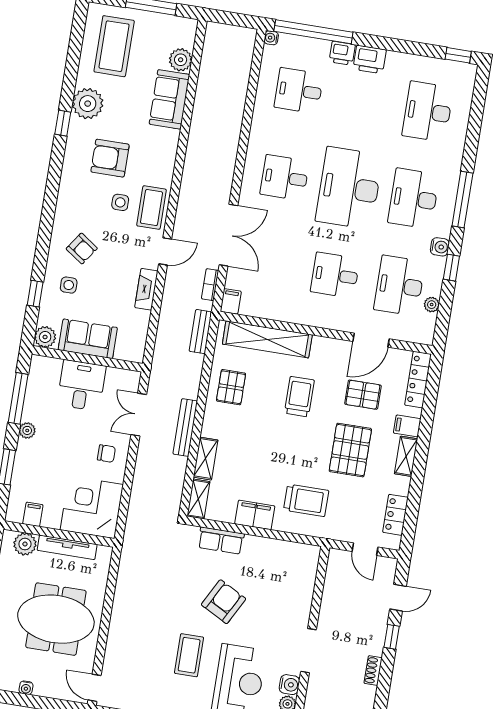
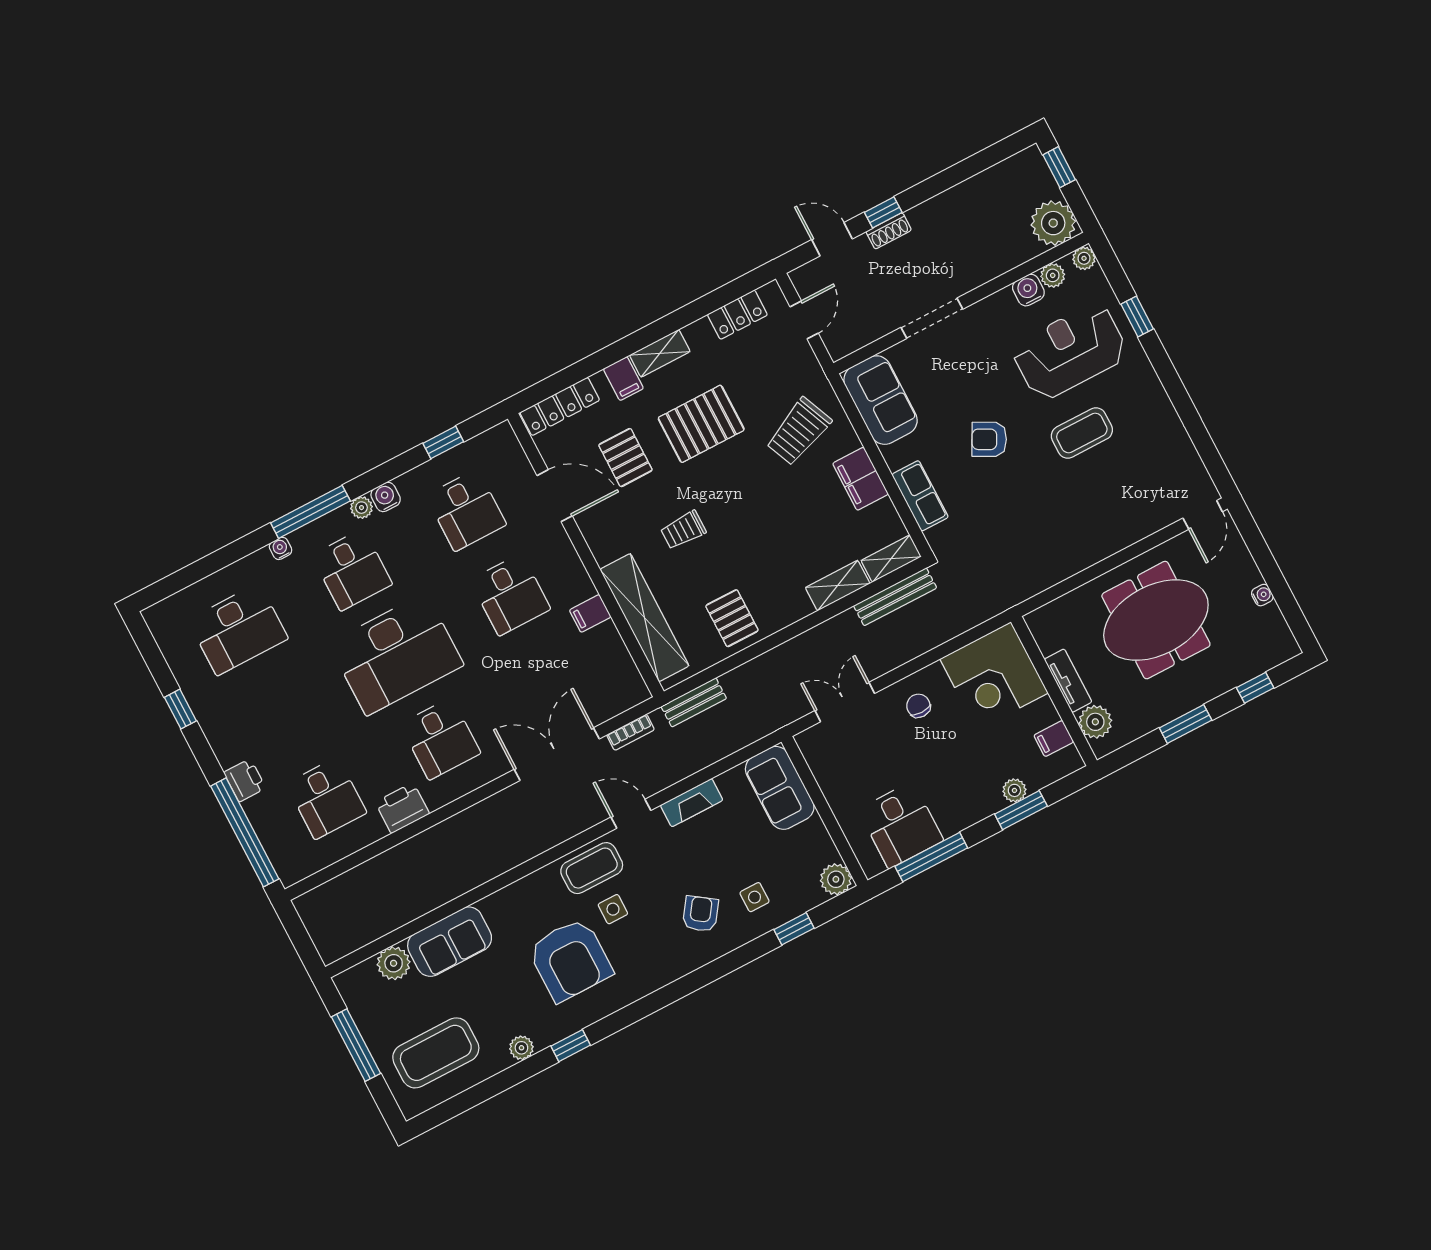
water cooler: (271, 38) -> (281, 548), moved, turned 180
window: (458, 55) -> (180, 709), moved
printer: (370, 60) -> (402, 808), moved, turned -90
plant: (88, 104) -> (521, 1048), width x0.53, depth x0.53
armchair: (110, 158) -> (570, 960), width x1.36, depth x1.36
desk: (414, 199) -> (352, 570), width x0.73
window: (451, 268) -> (443, 442), moved
desk: (400, 286) -> (466, 510), width x0.73
filing cabinet: (231, 301) -> (590, 613), moved
plant: (432, 305) -> (361, 508), moved
sofa: (88, 339) -> (780, 788), moved
desk: (82, 385) -> (901, 825), moved, turned -90
pallet: (231, 387) -> (732, 618), turned 90
trolley: (299, 397) -> (683, 530), width x0.73, depth x0.72
double door: (139, 415) -> (845, 702), swing flipped
bench: (185, 427) -> (895, 597), moved
plant: (27, 430) -> (1014, 790), moved
trolley: (306, 500) -> (799, 432), turned -113
tv unit: (67, 547) -> (1068, 681), width x0.71
sofa: (290, 558) -> (881, 400), added
armchair: (224, 602) -> (989, 439), width x0.72, depth x0.72
meeting table: (56, 619) -> (1156, 620), turned 90
doorway: (309, 651) -> (932, 318), moved
shoe rack: (373, 671) -> (889, 231), moved

